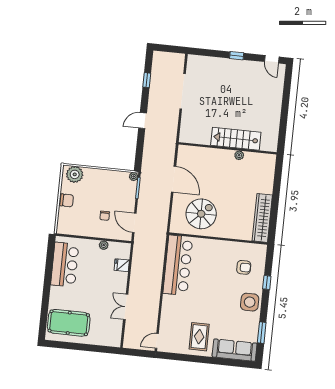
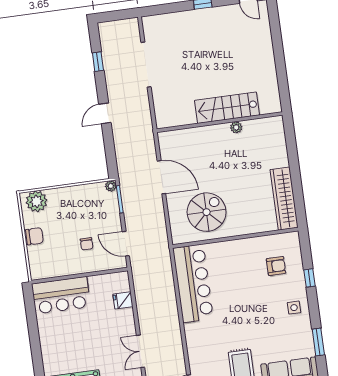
plant: (104, 245) -> (94, 281), removed
bar counter: (65, 265) -> (61, 295), moved, turned 90
side table: (250, 302) -> (294, 308), width x0.54, depth x0.54

